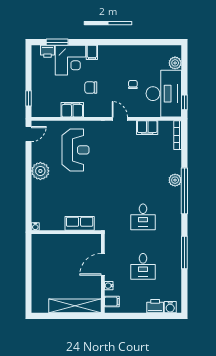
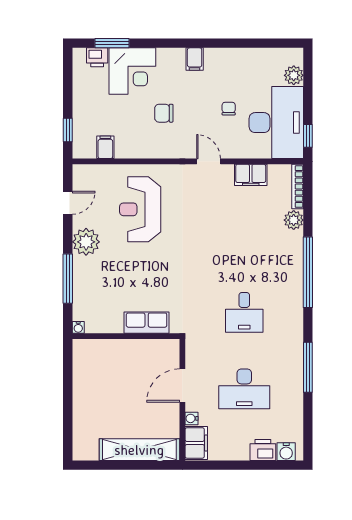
filing cabinet: (92, 52) -> (195, 59), moved
filing cabinet: (72, 110) -> (105, 147), moved, width x0.50
door: (28, 134) -> (68, 203), moved
reception desk: (75, 150) -> (140, 209), turned 180
plant: (175, 180) -> (294, 220), moved
window: (28, 195) -> (68, 279), added
desk: (143, 266) -> (244, 389), width x1.37
filing cabinet: (112, 302) -> (196, 443), width x2.00

